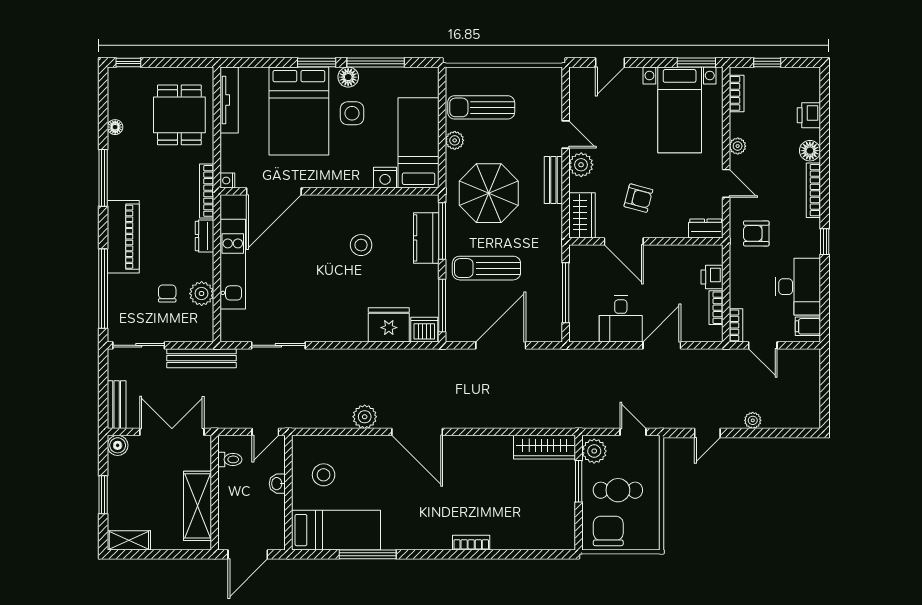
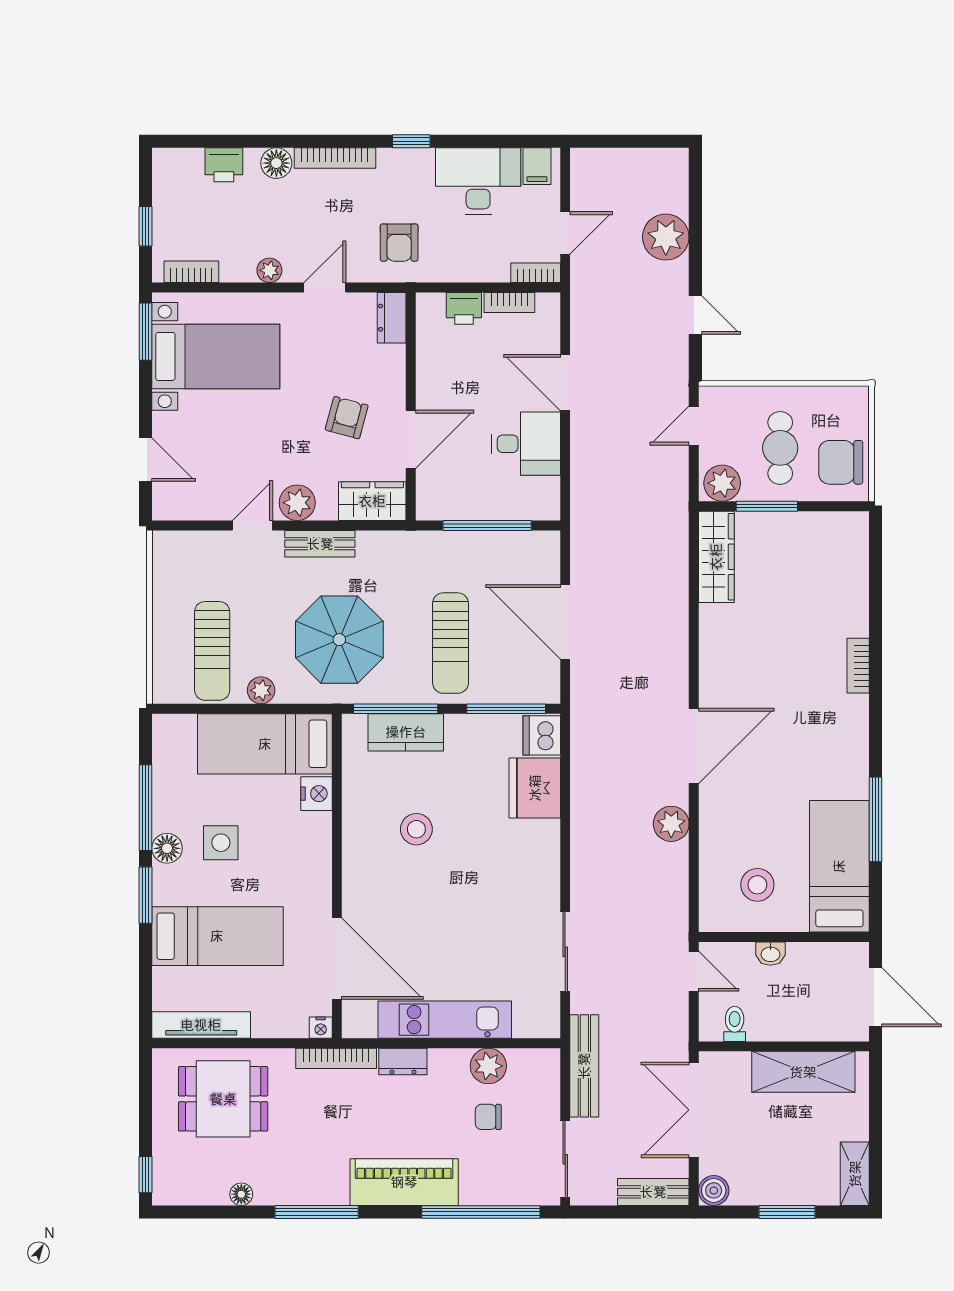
bed: (299, 111) -> (217, 936), width x0.67
plant: (753, 420) -> (666, 237), width x1.88, depth x1.88

